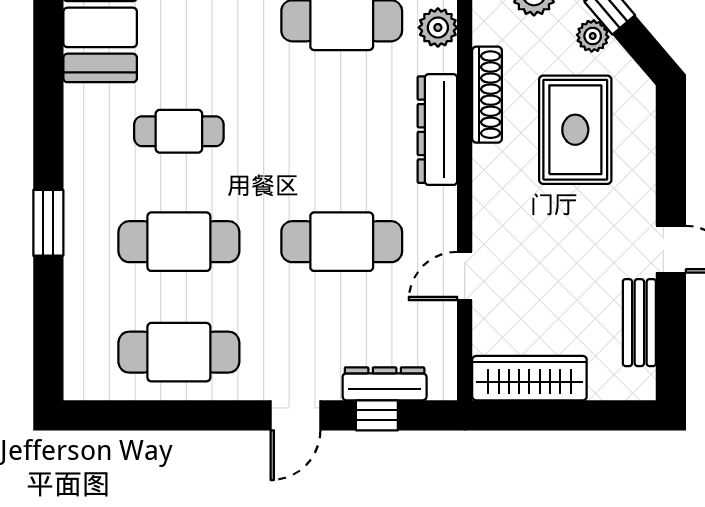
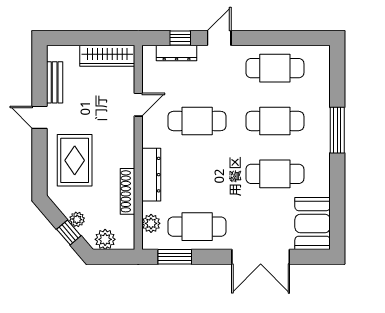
rug: (575, 130) -> (75, 160), moved
cafe table: (179, 131) -> (275, 174), width x1.37, depth x1.35
window: (48, 223) -> (337, 130), width x1.44

